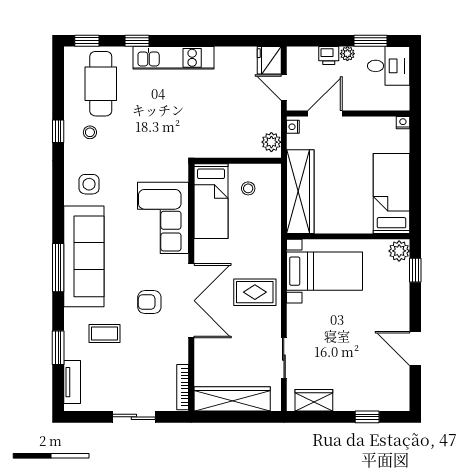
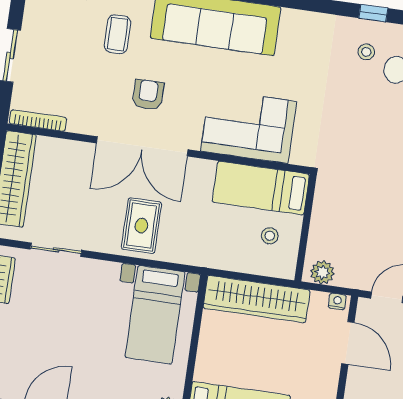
side table: (89, 184) -> (303, 42), removed

